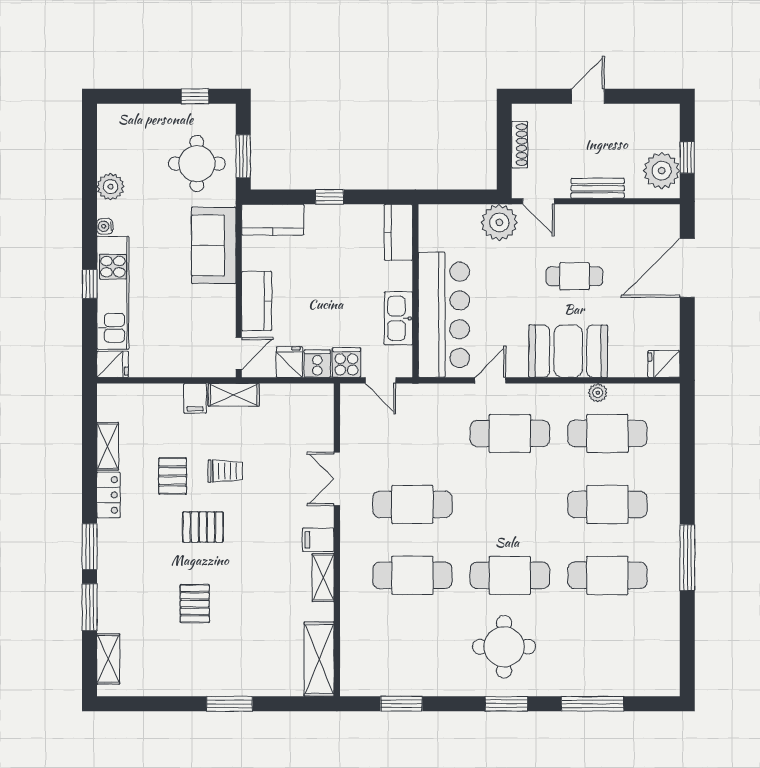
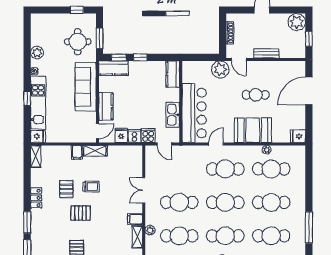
plant: (662, 171) -> (297, 22), moved
window: (284, 197) -> (119, 57), added
sofa: (214, 245) -> (86, 87), width x1.36
shelving: (108, 446) -> (36, 157), moved
cafe table: (510, 504) -> (225, 202), added
plant: (350, 563) -> (150, 230), added

